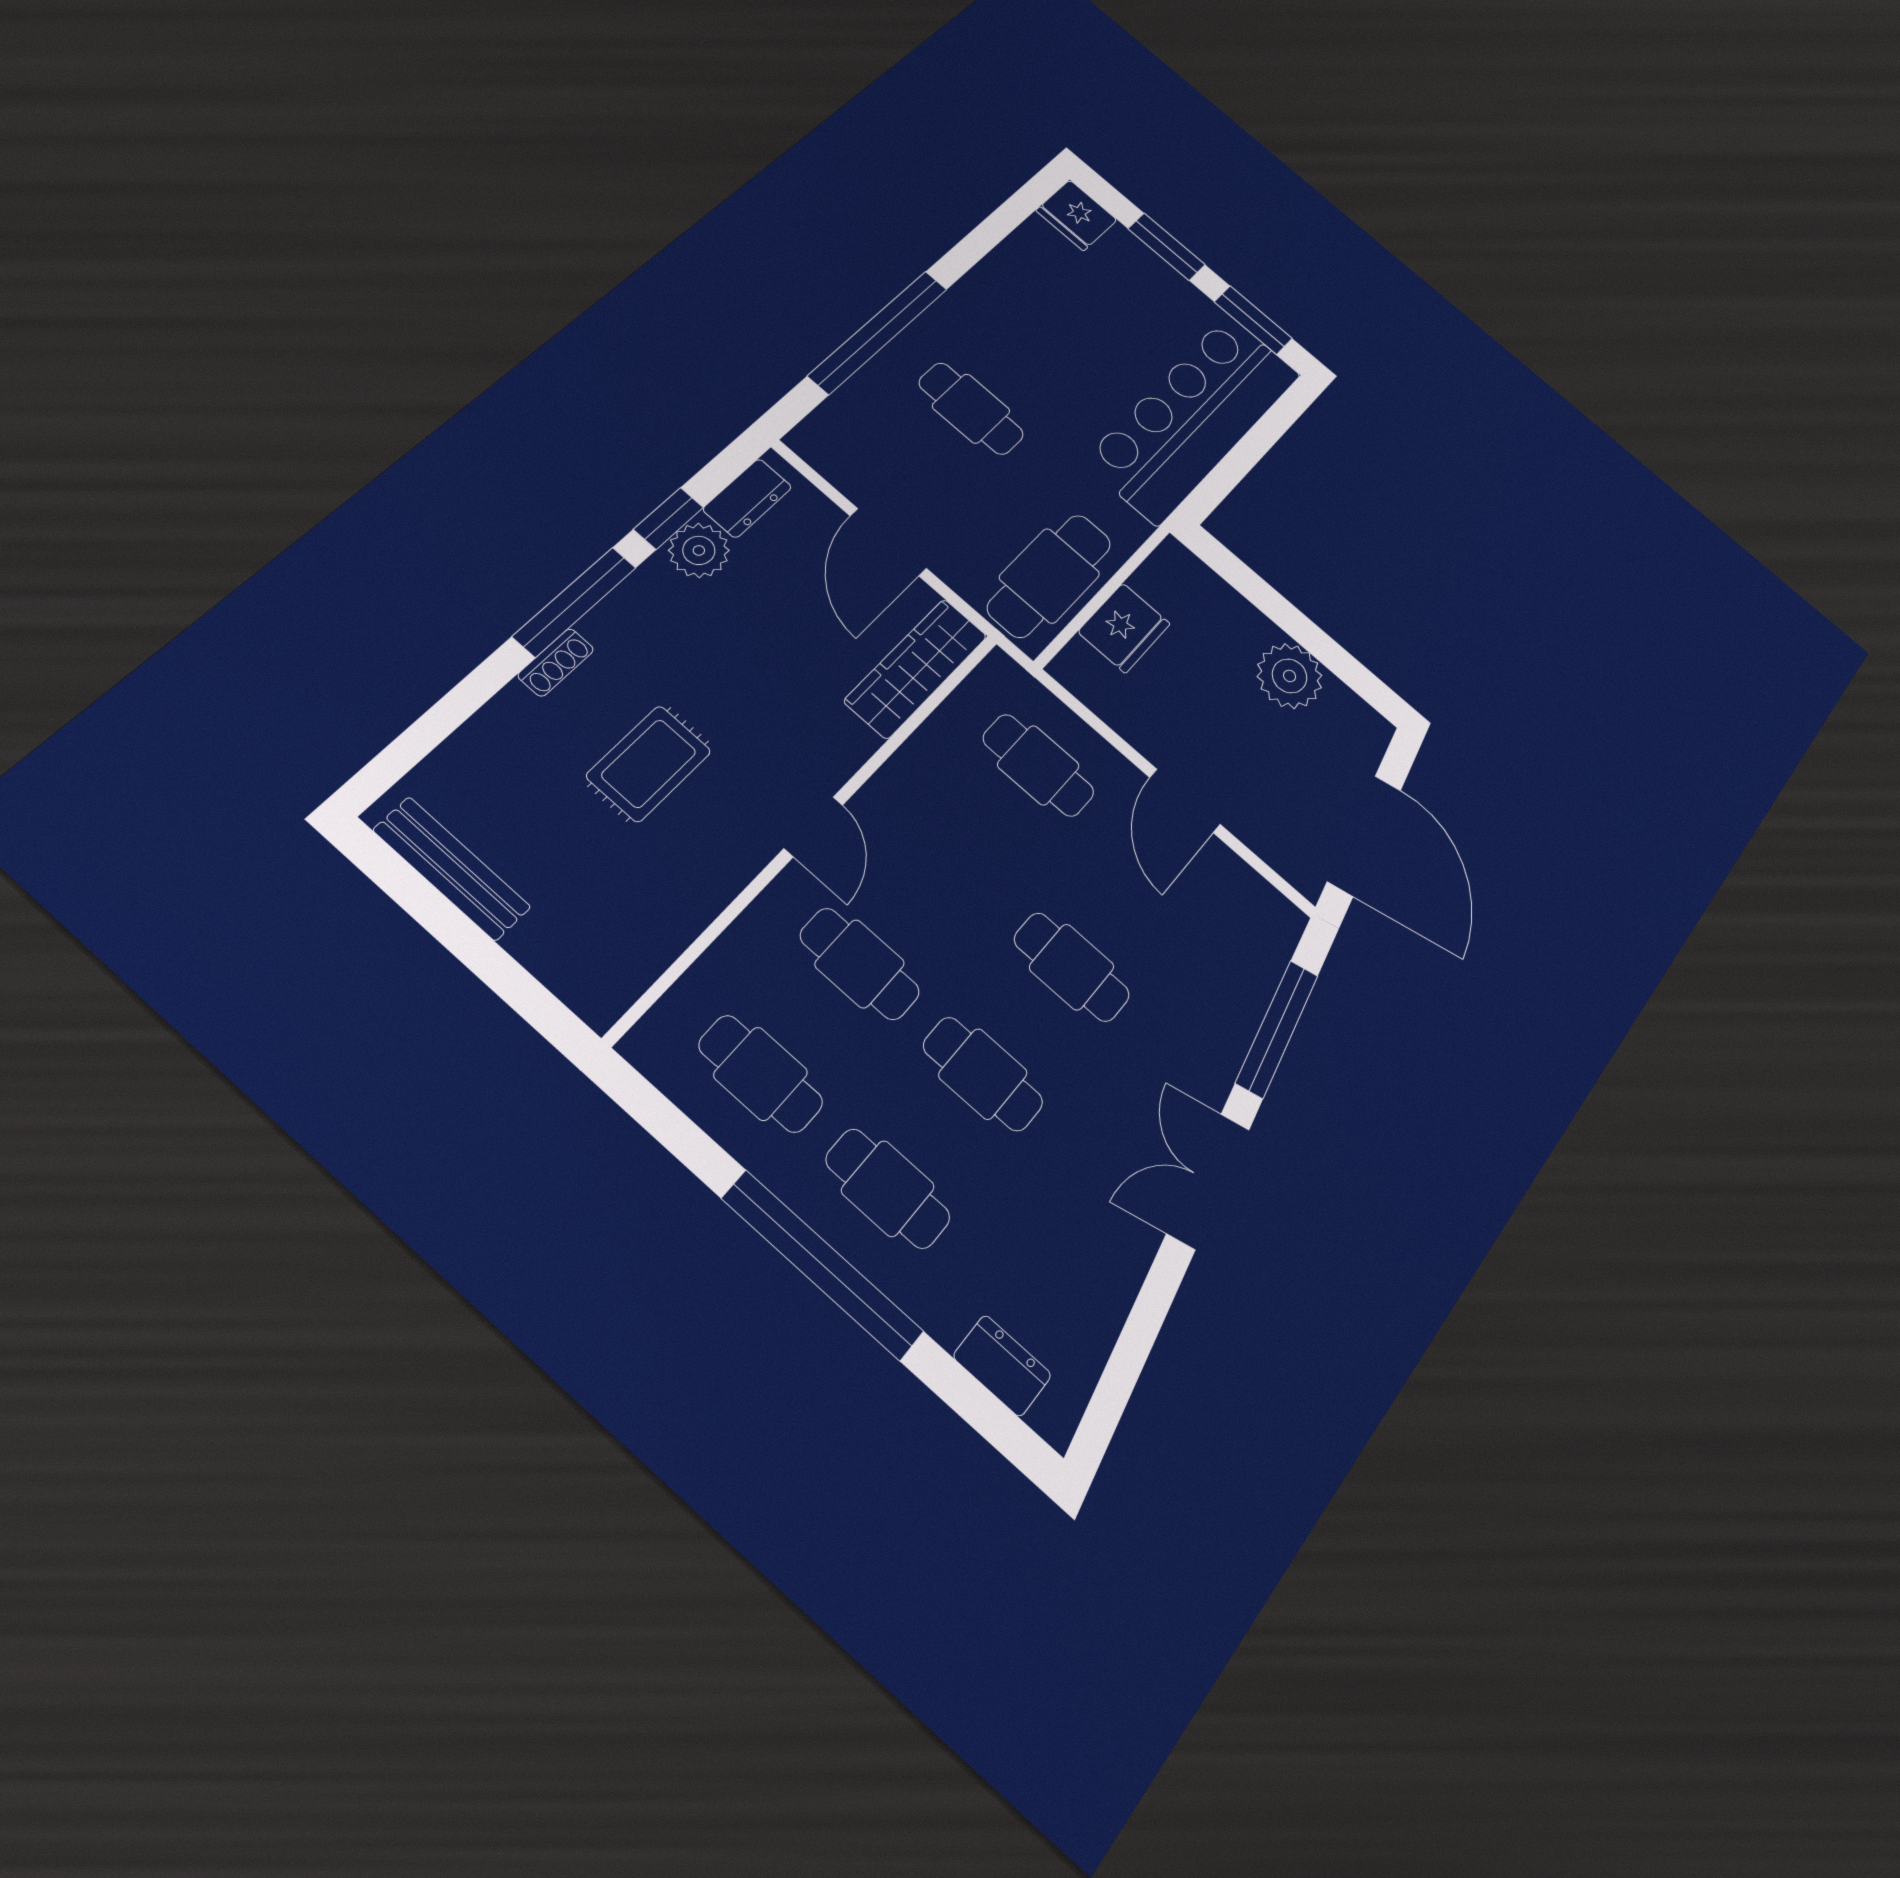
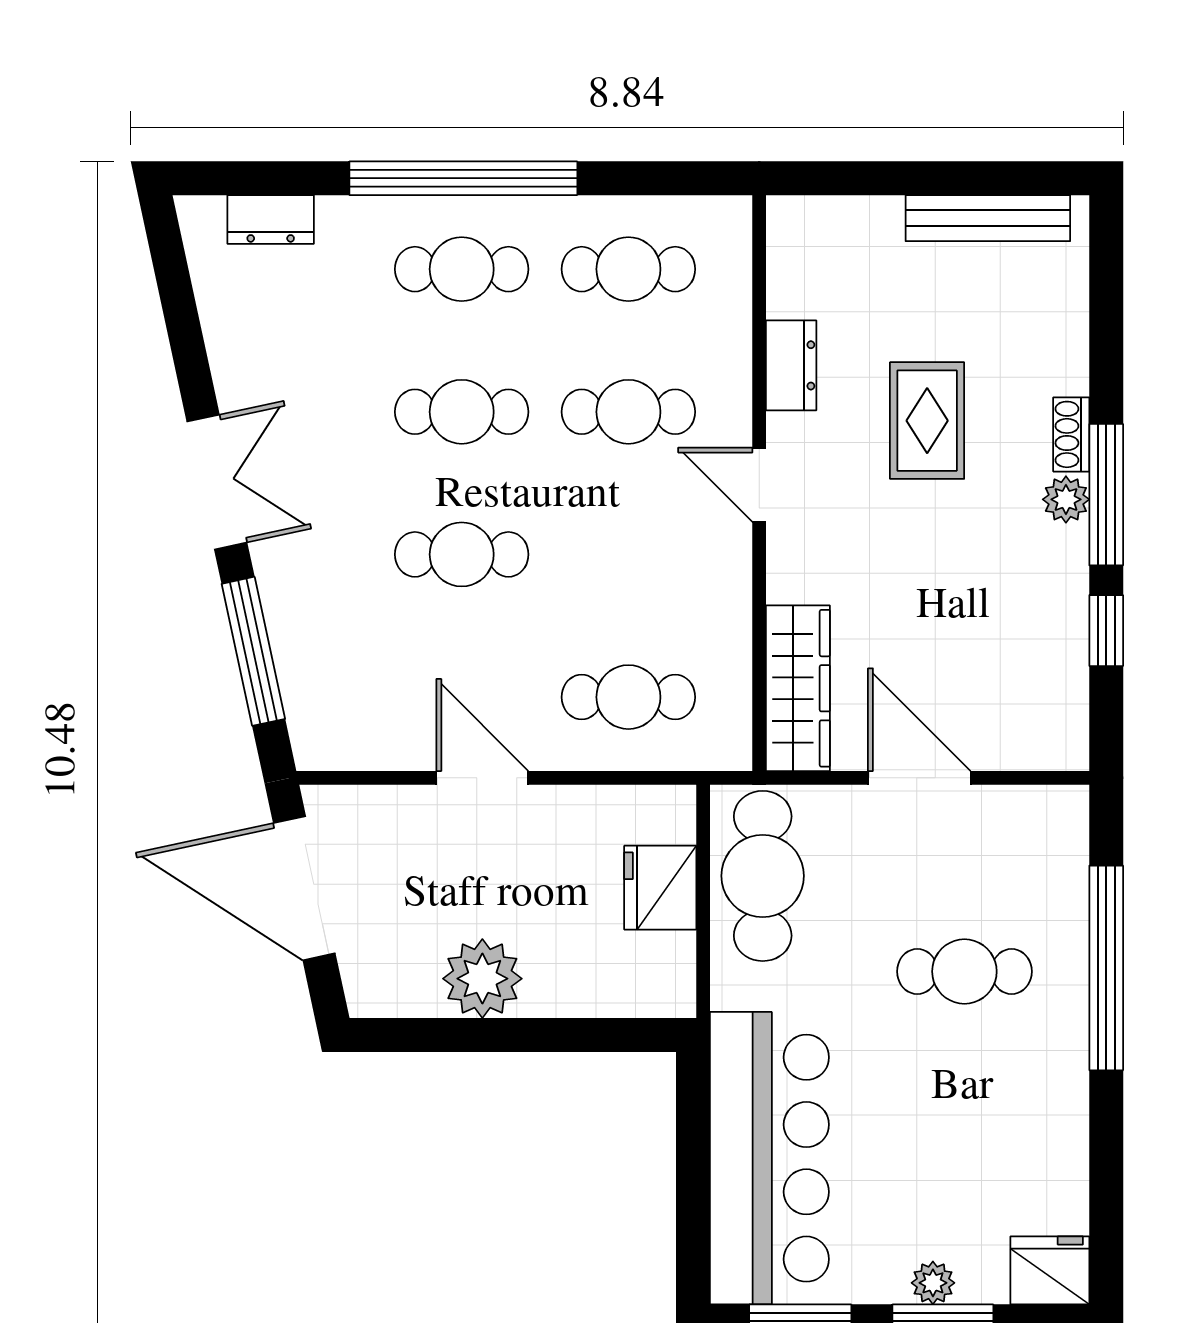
plant: (1154, 270) -> (933, 1283), added
dresser: (747, 498) -> (791, 365), moved, turned 180
plant: (699, 550) -> (1066, 499), moved, width x0.73, depth x0.73

